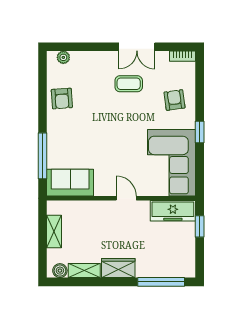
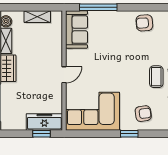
window: (200, 132) -> (129, 134), moved
freezer: (173, 211) -> (44, 122), moved, turned 90

